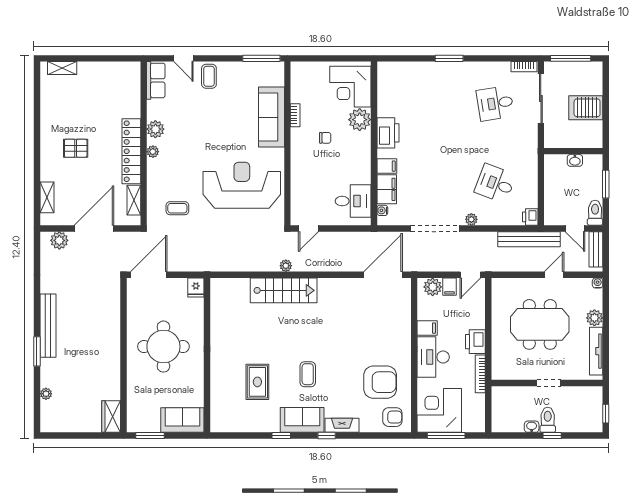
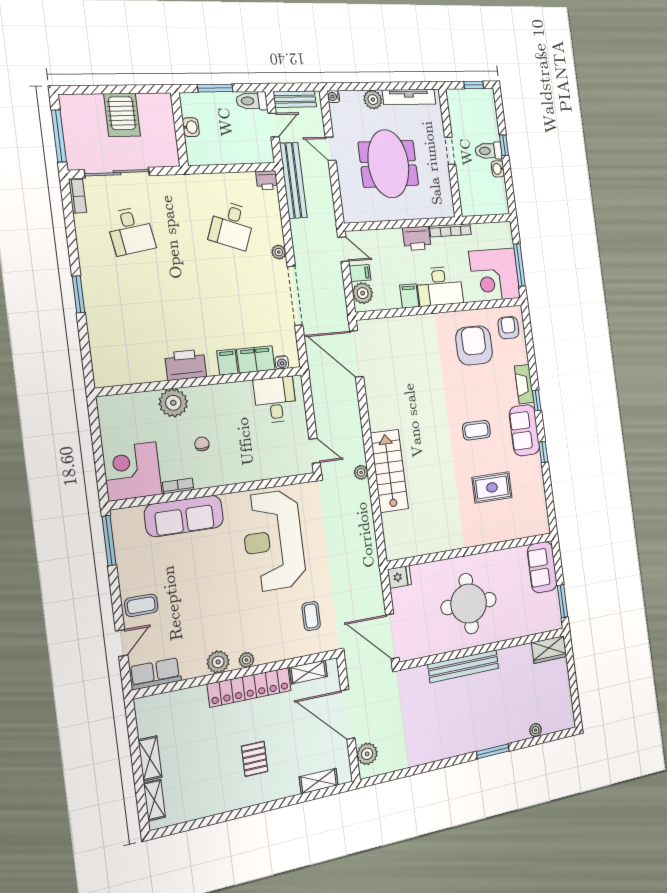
shelving: (94, 69) -> (150, 758), added
corner desk: (350, 87) -> (132, 471), moved, turned 180
bench: (48, 326) -> (463, 666), moved

